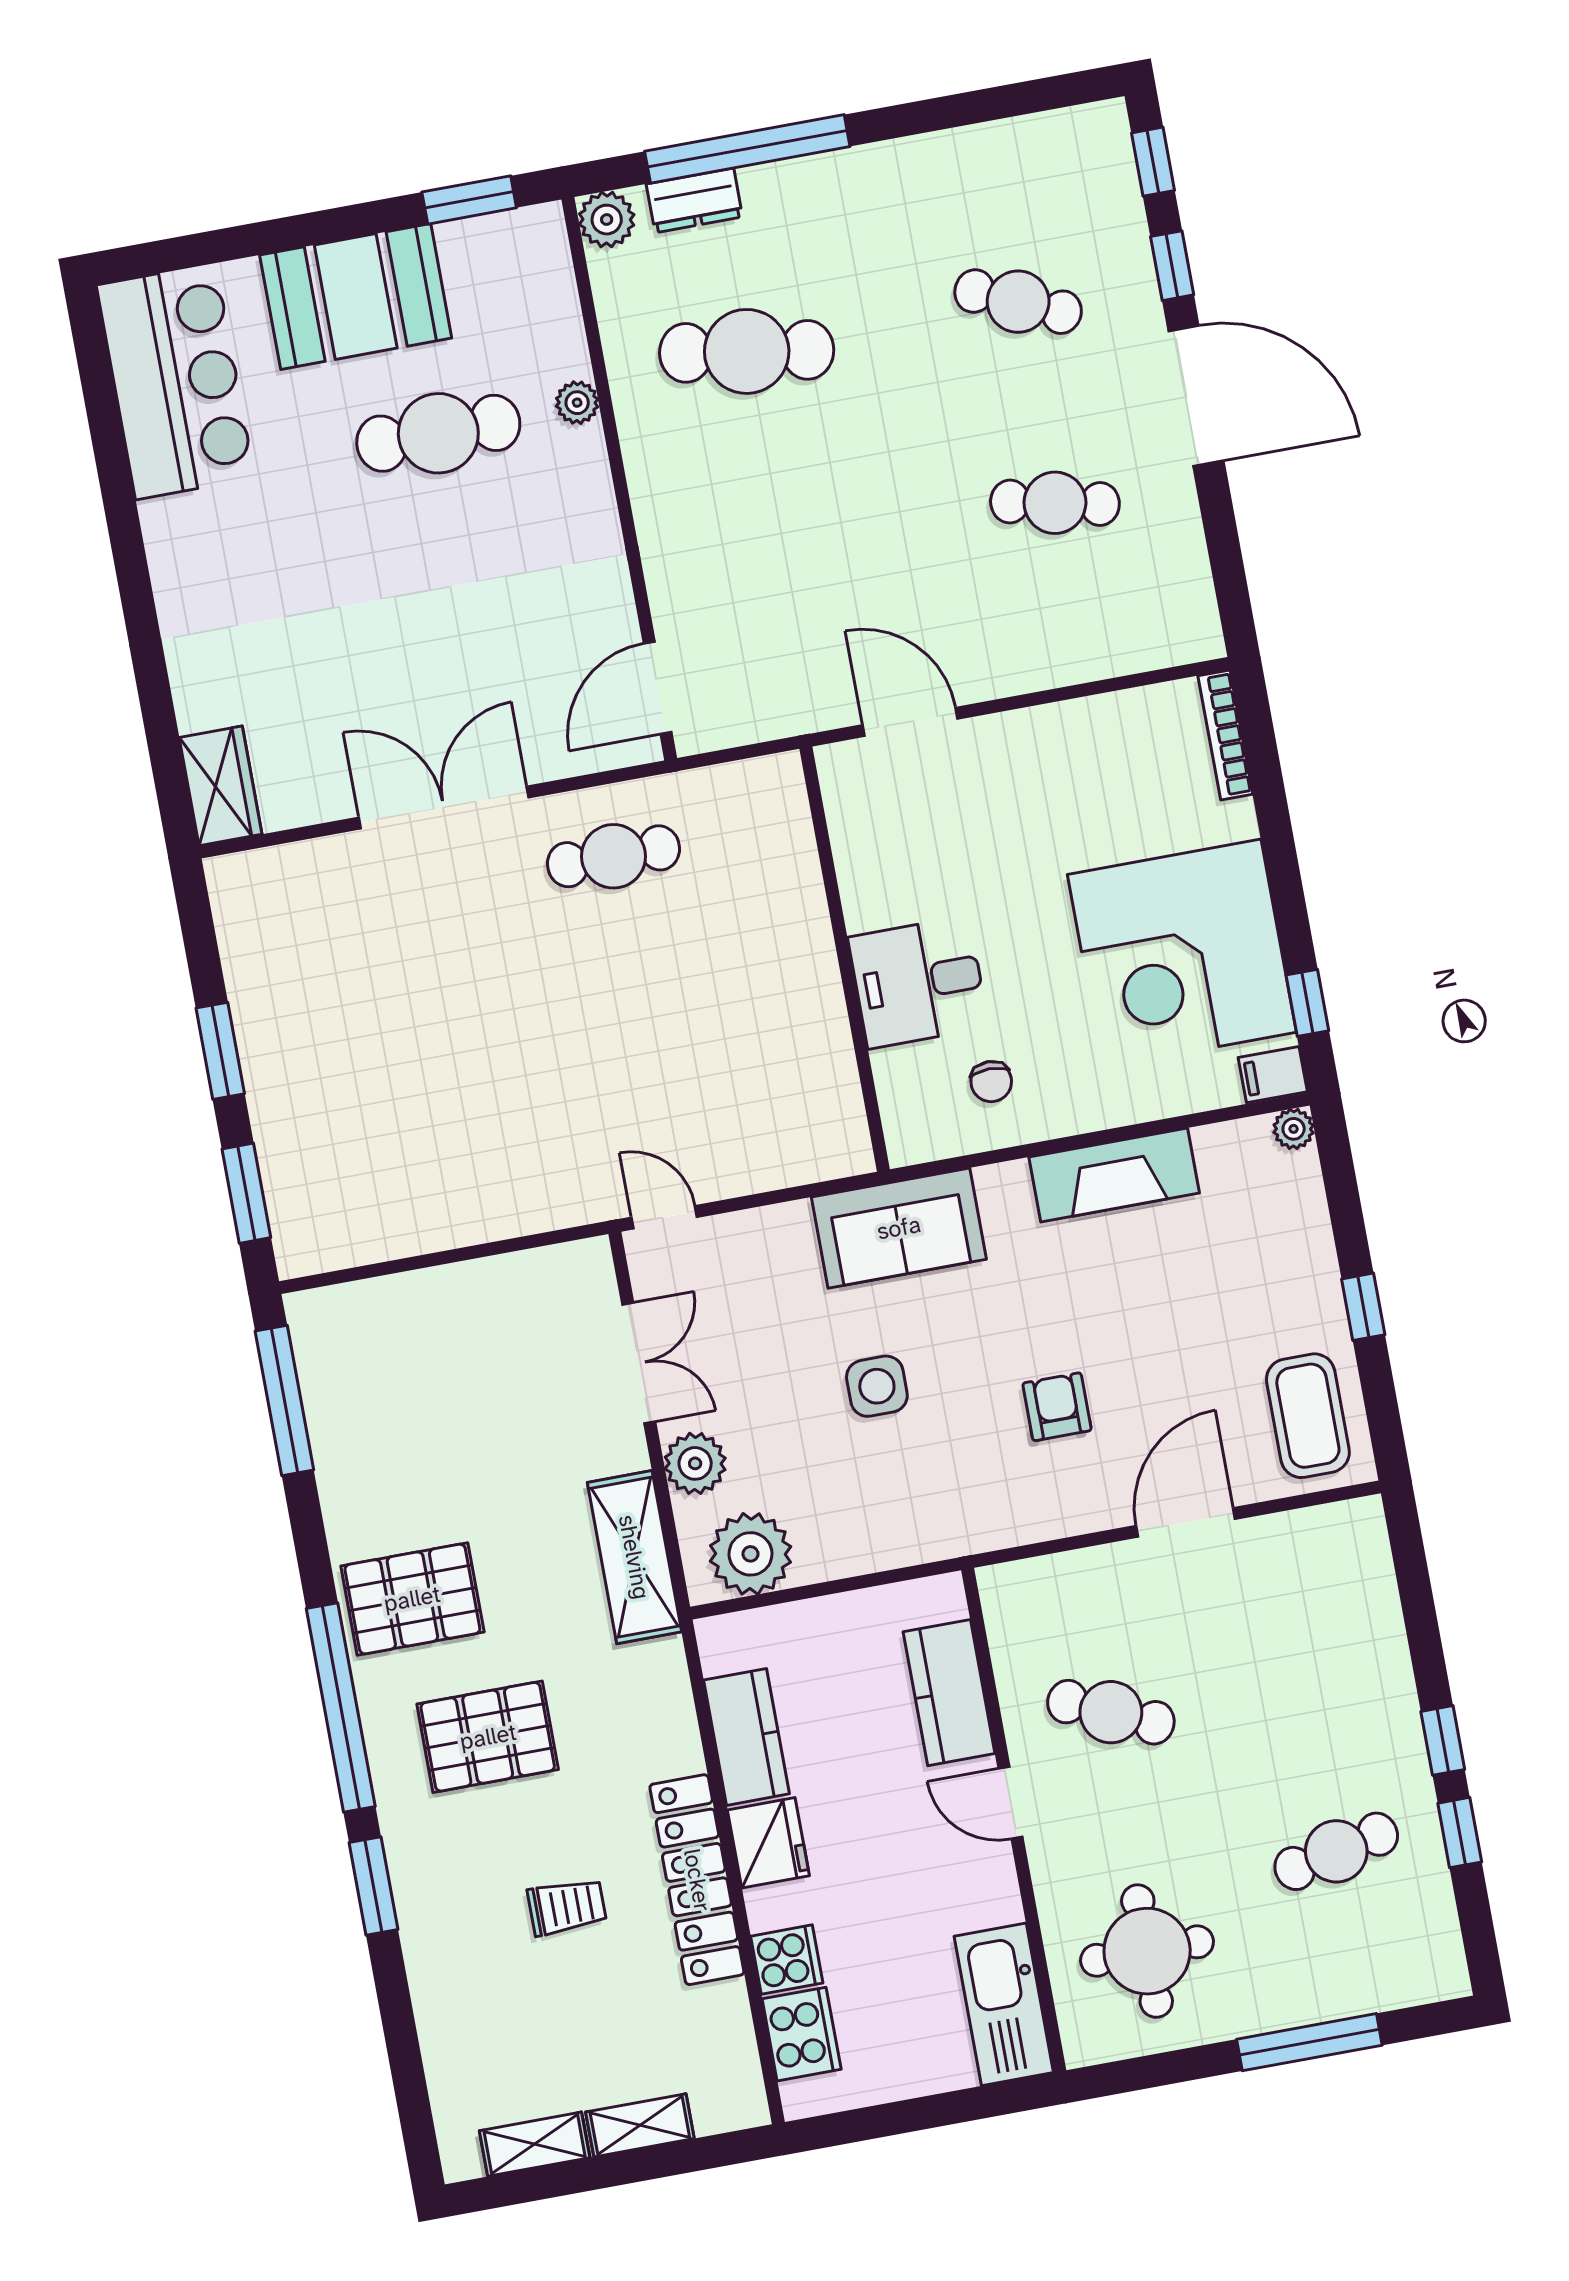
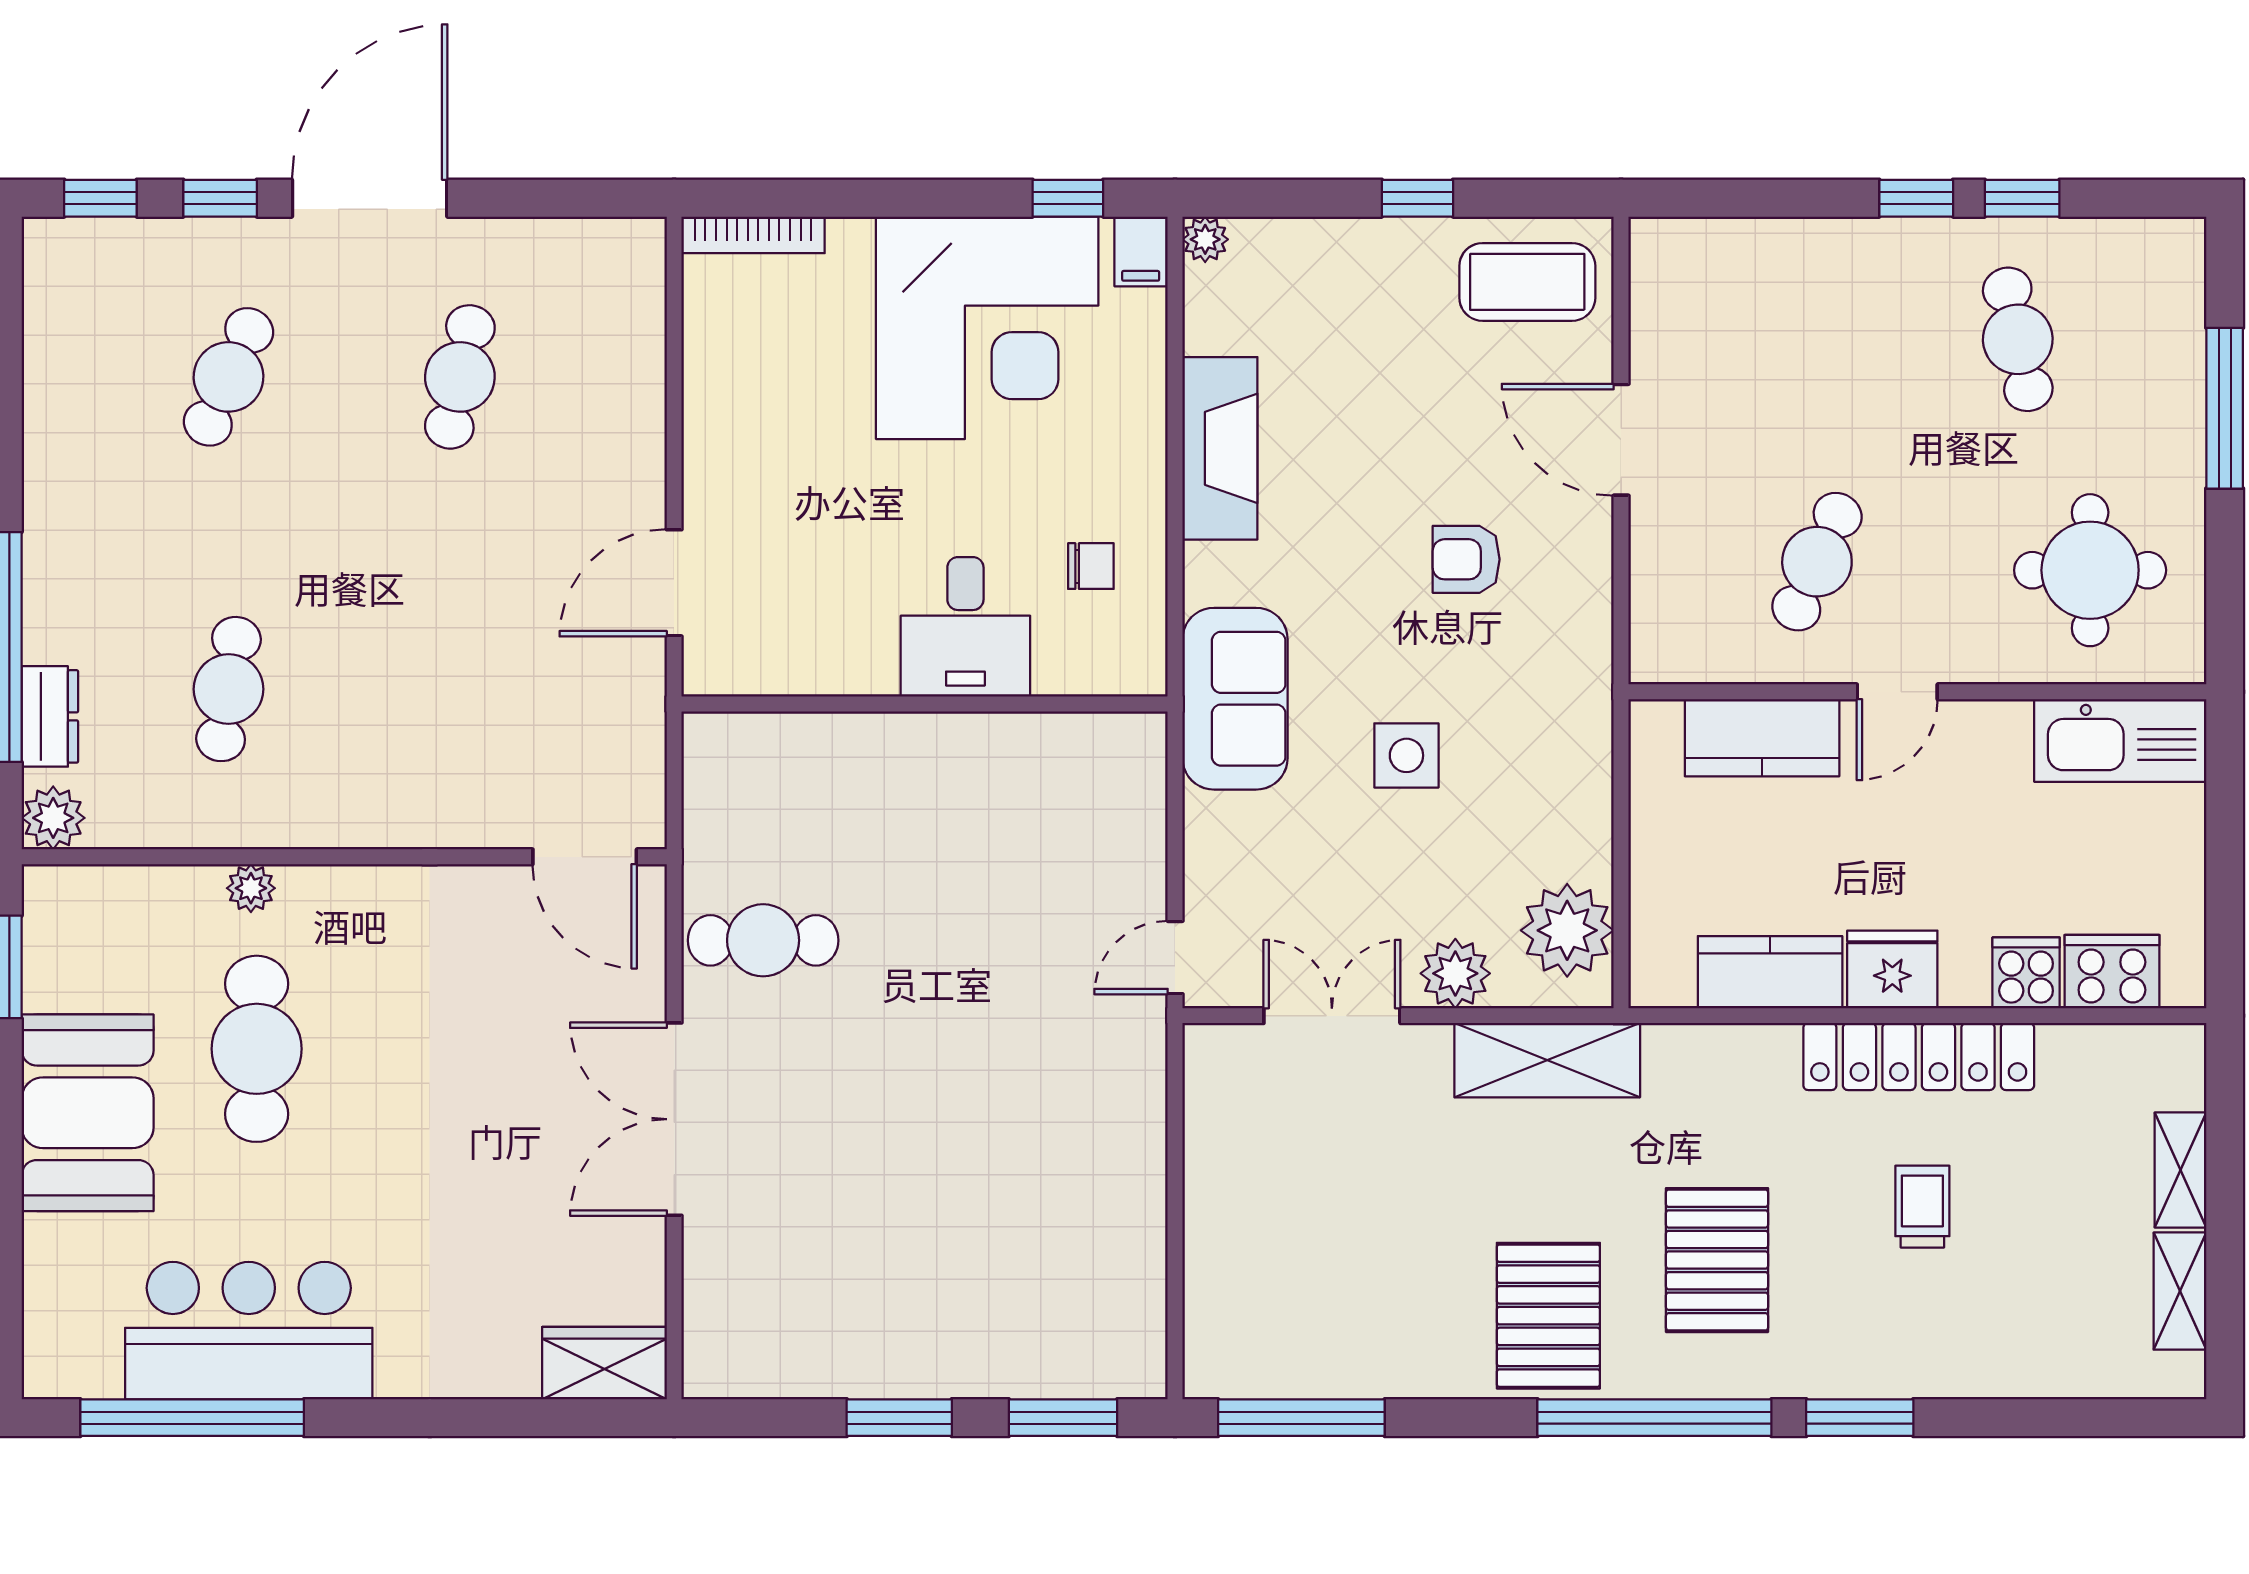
cafe table: (747, 351) -> (229, 689), width x0.73, depth x0.74
bar counter: (176, 381) -> (249, 1331), moved
window: (107, 436) -> (192, 1418), added
cafe table: (613, 856) -> (763, 940), turned 90

